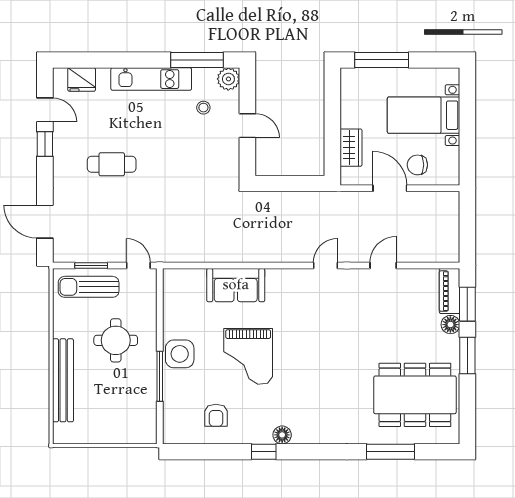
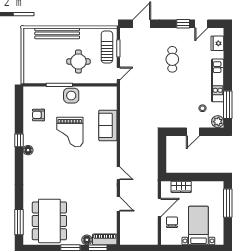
grand piano: (248, 356) -> (70, 132), turned -90
window: (391, 452) -> (19, 222), moved

